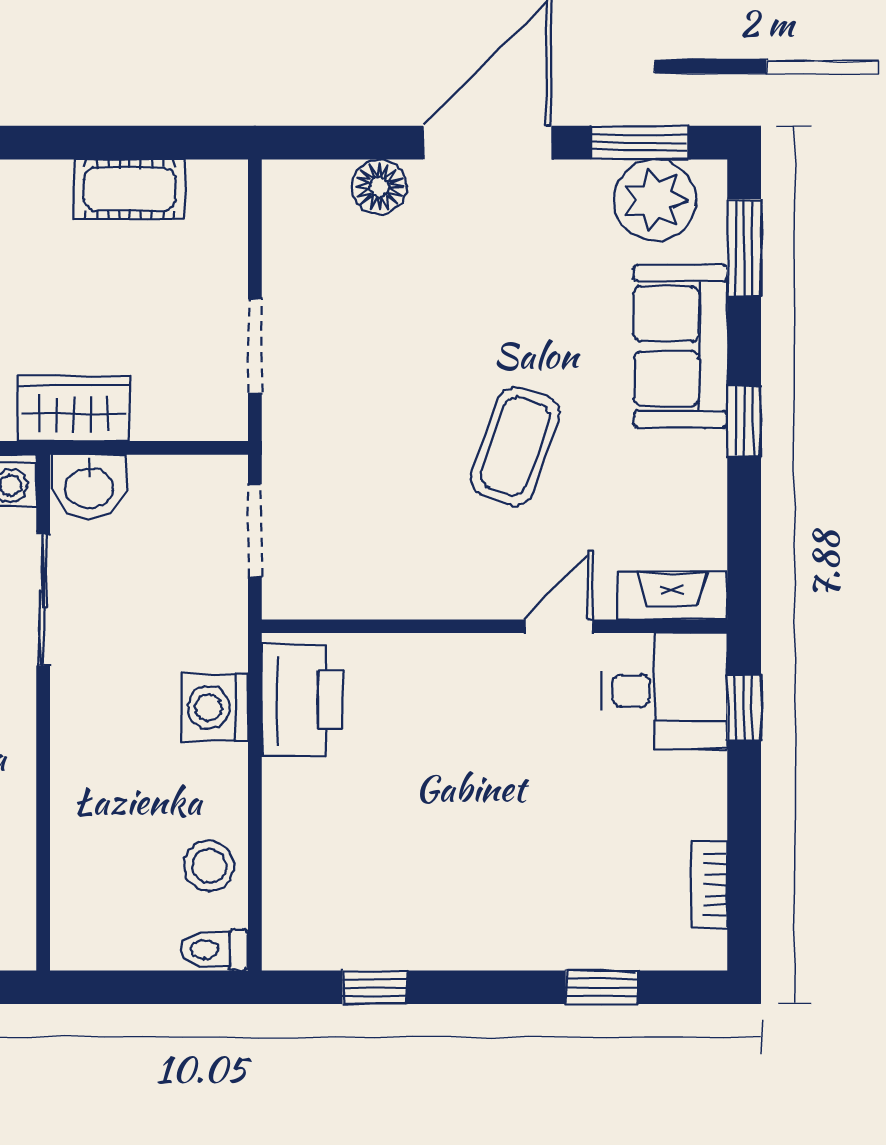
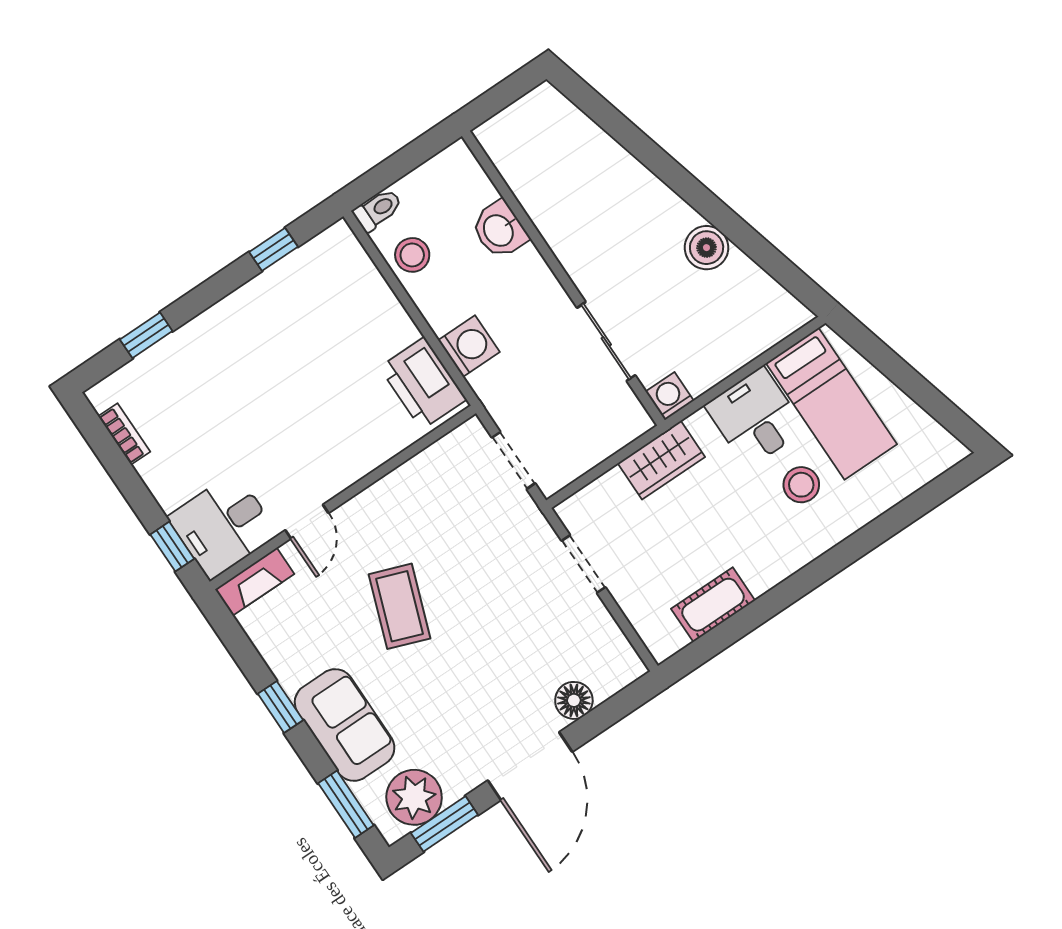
washbasin: (89, 486) -> (499, 230), moved, turned -90

